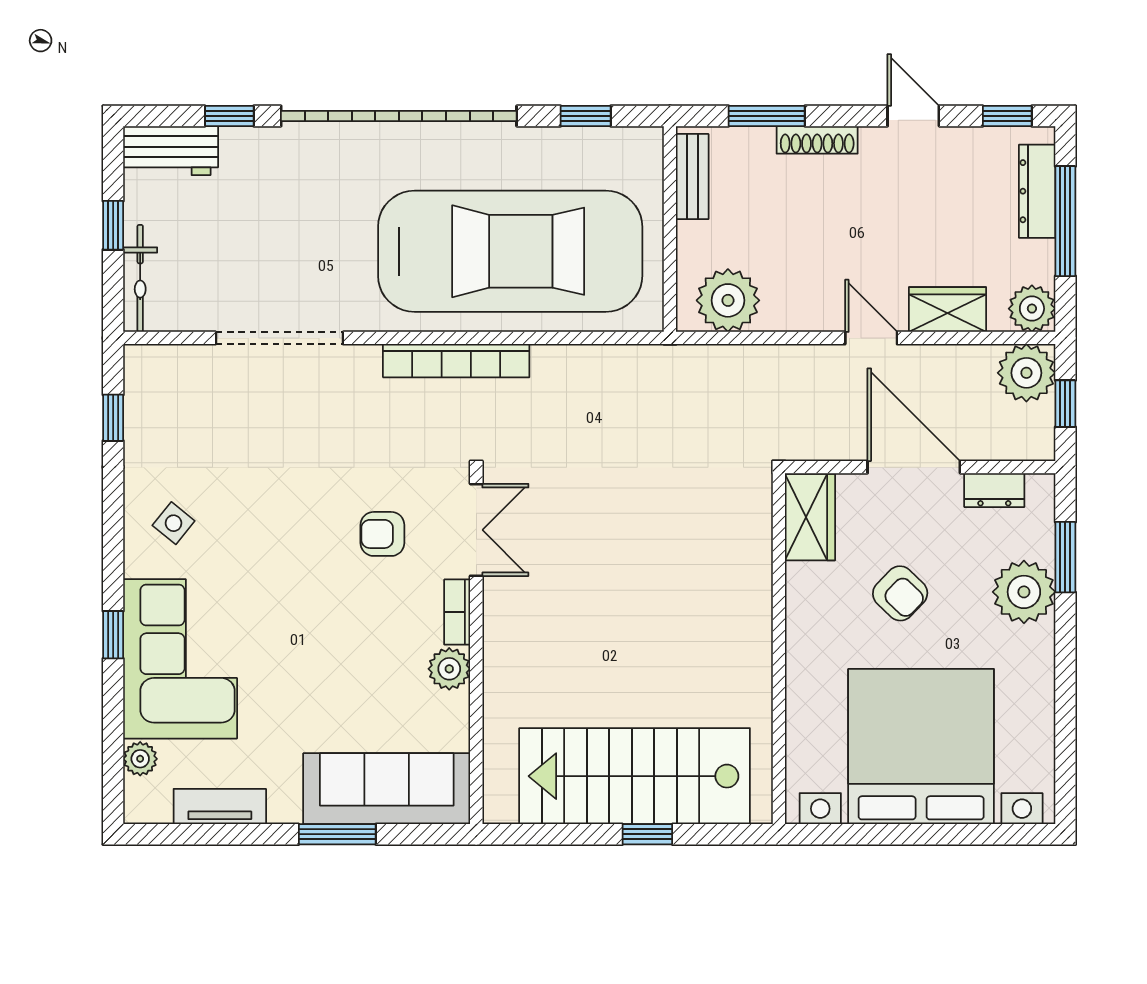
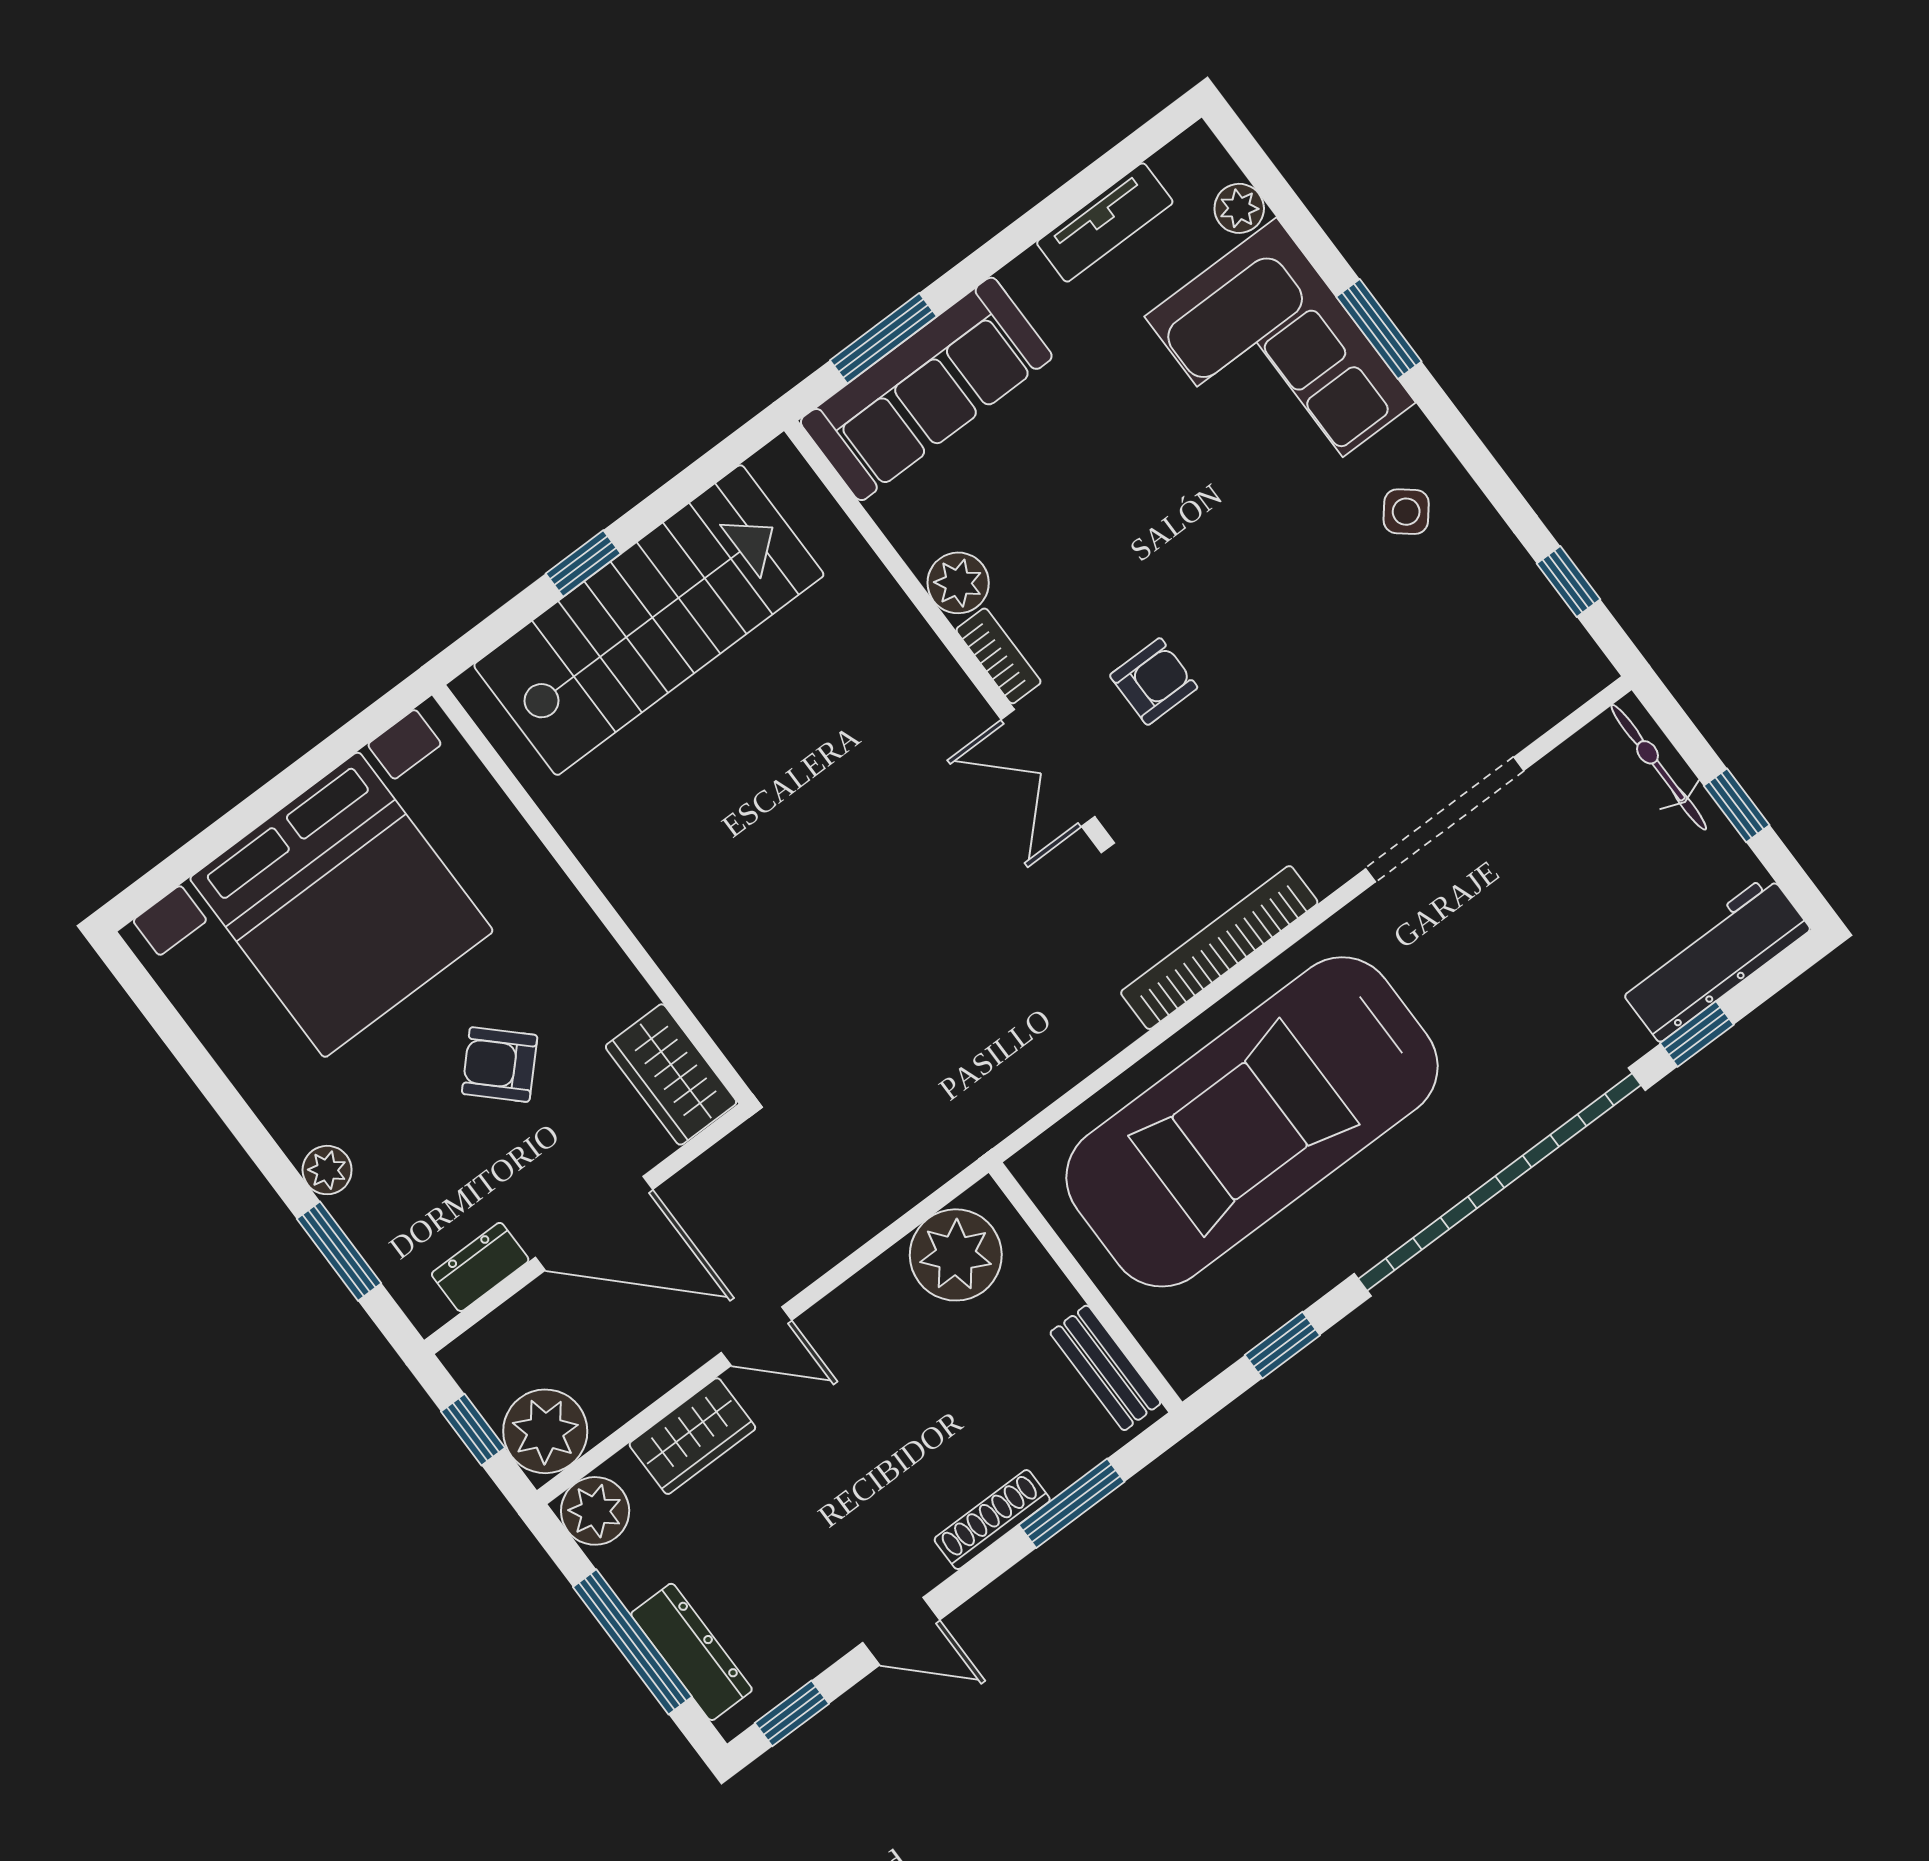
workbench: (171, 151) -> (1714, 958), width x1.38
plant: (1024, 592) -> (327, 1170), width x0.53, depth x0.53
window: (113, 635) -> (1379, 329), width x1.50
window: (337, 834) -> (883, 338), moved

